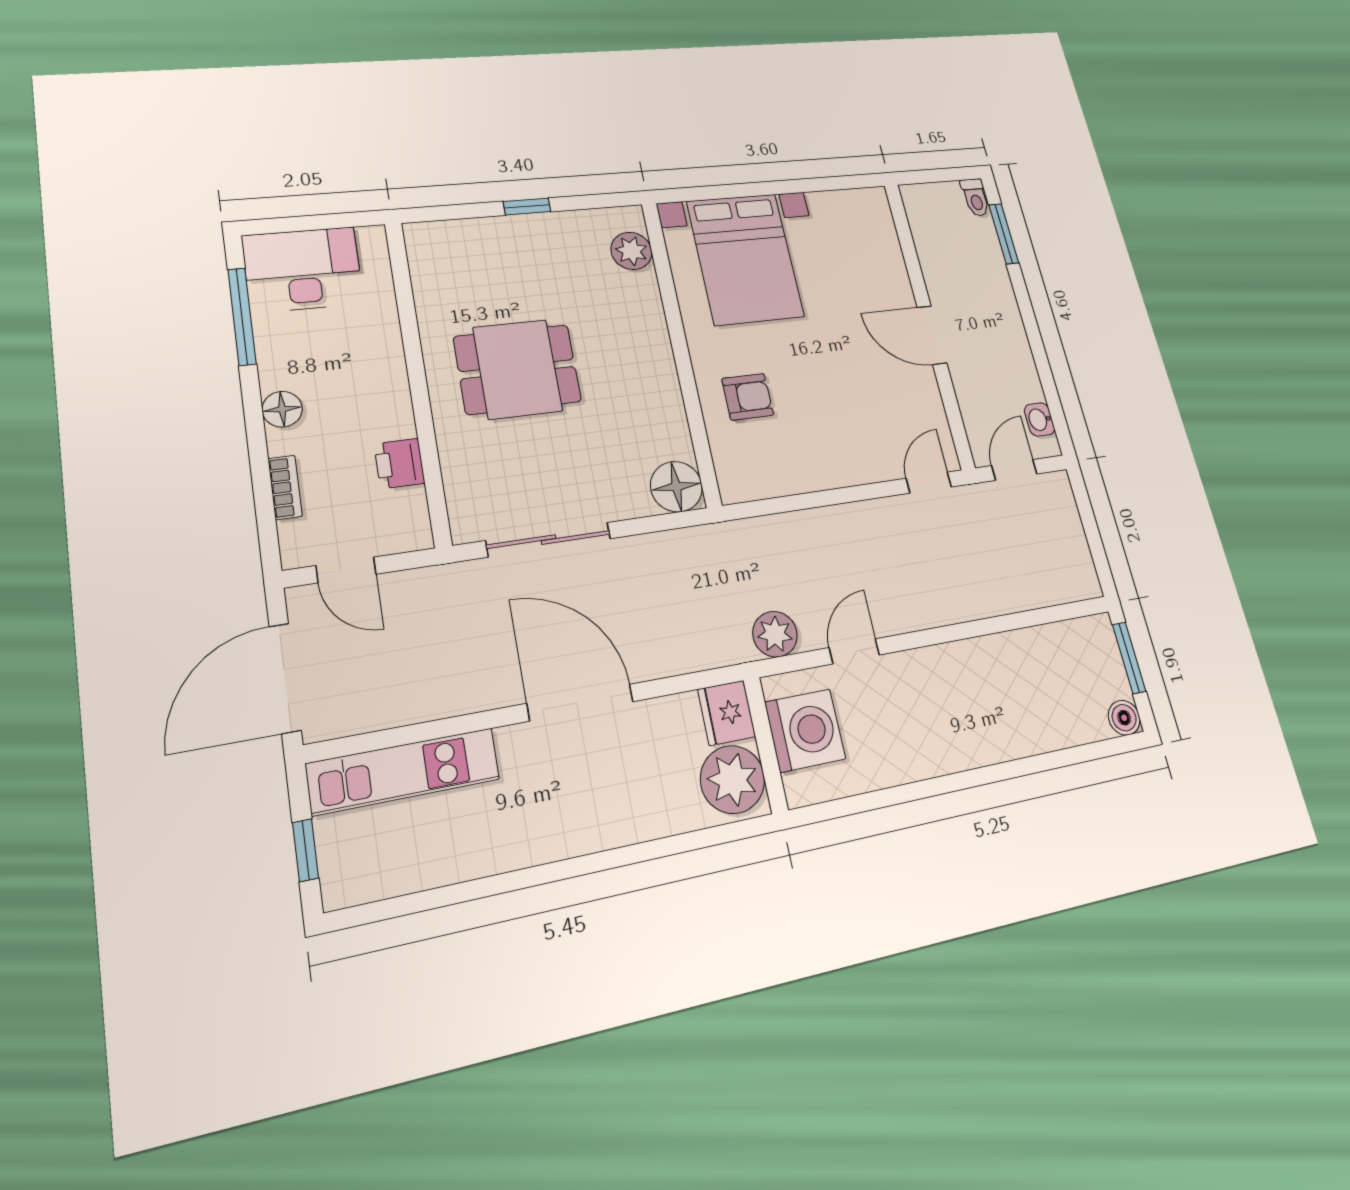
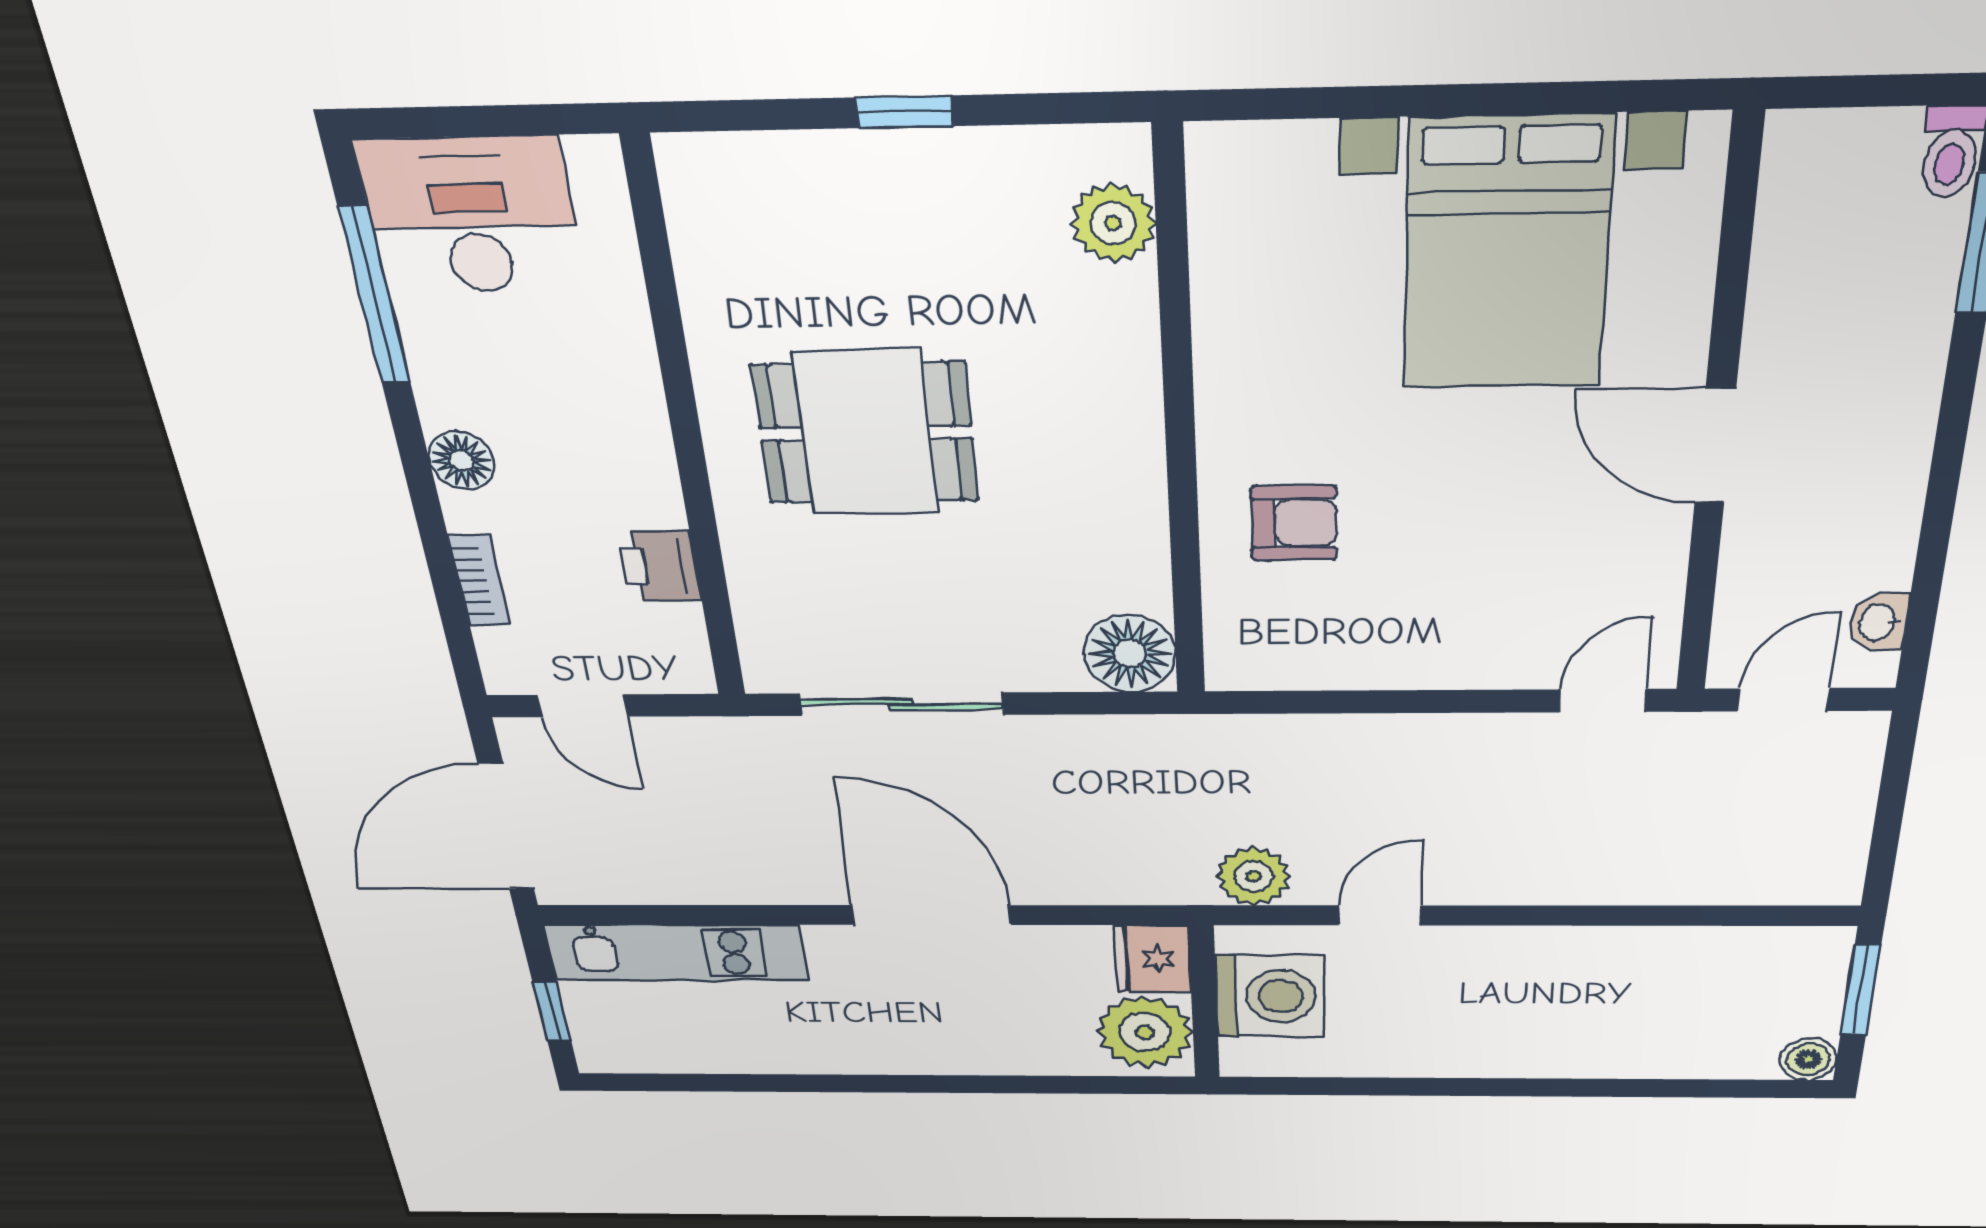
bed with nightstands: (745, 259) -> (1507, 255), moved

